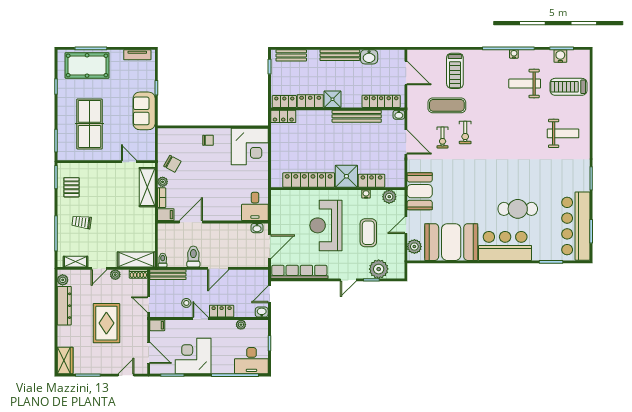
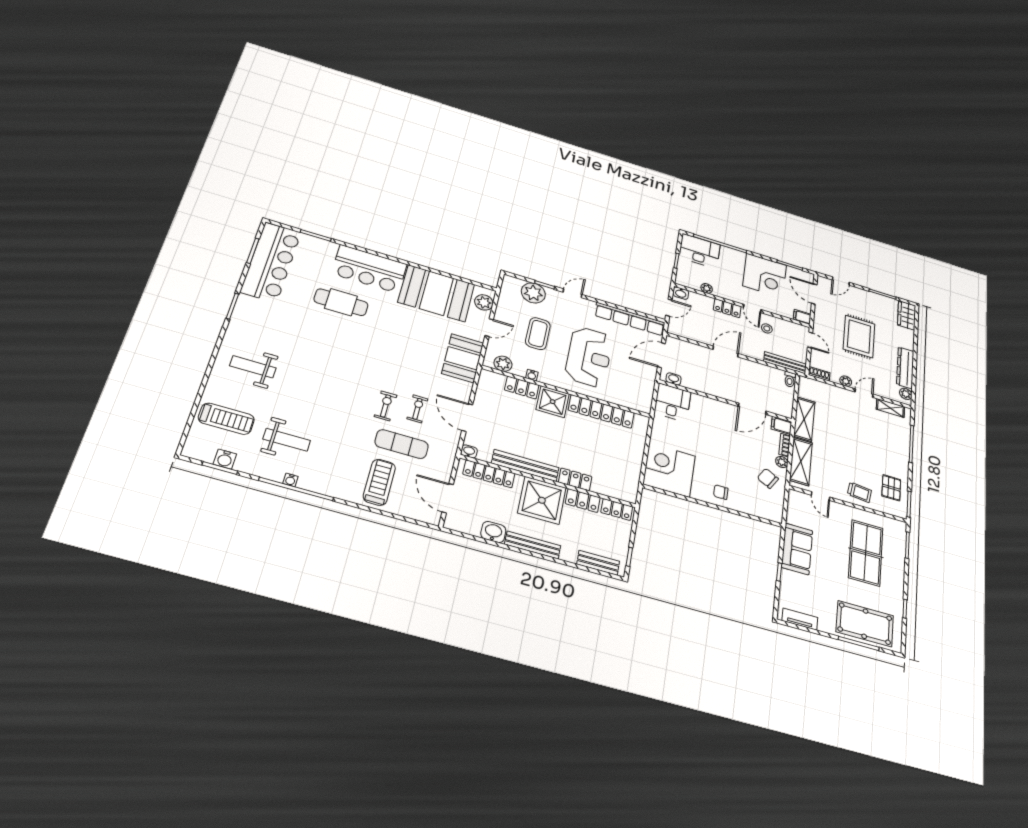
shower: (332, 99) -> (542, 500), width x1.86, depth x1.86
locker: (283, 116) -> (575, 479), moved
trolley: (82, 222) -> (859, 492), moved
toilet: (193, 256) -> (753, 372), removed
shelving: (136, 259) -> (804, 419), moved, turned 90

